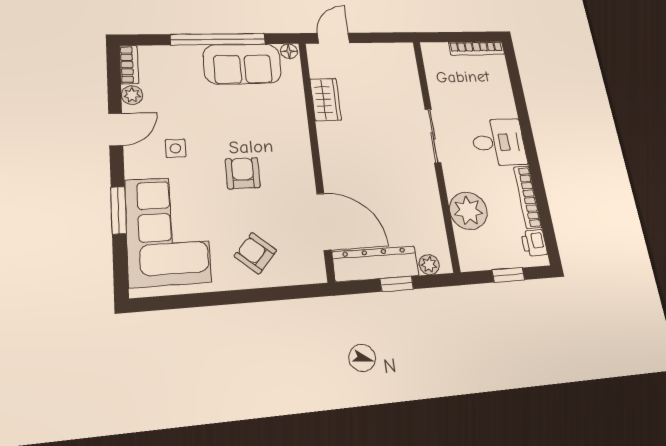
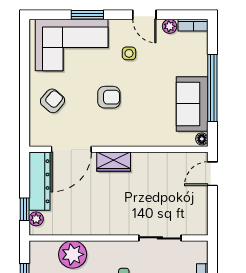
door: (334, 38) -> (212, 174), swing flipped
wardrobe: (326, 99) -> (114, 162), moved
sliding door: (433, 136) -> (160, 238), moved
window: (397, 284) -> (25, 209), moved

